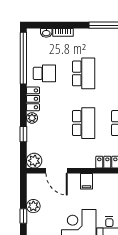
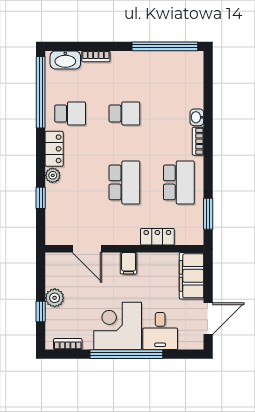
washbasin: (46, 33) -> (65, 60), width x1.91, depth x1.45
school desk: (84, 73) -> (124, 113), width x0.54
plant: (34, 161) -> (56, 235), removed

